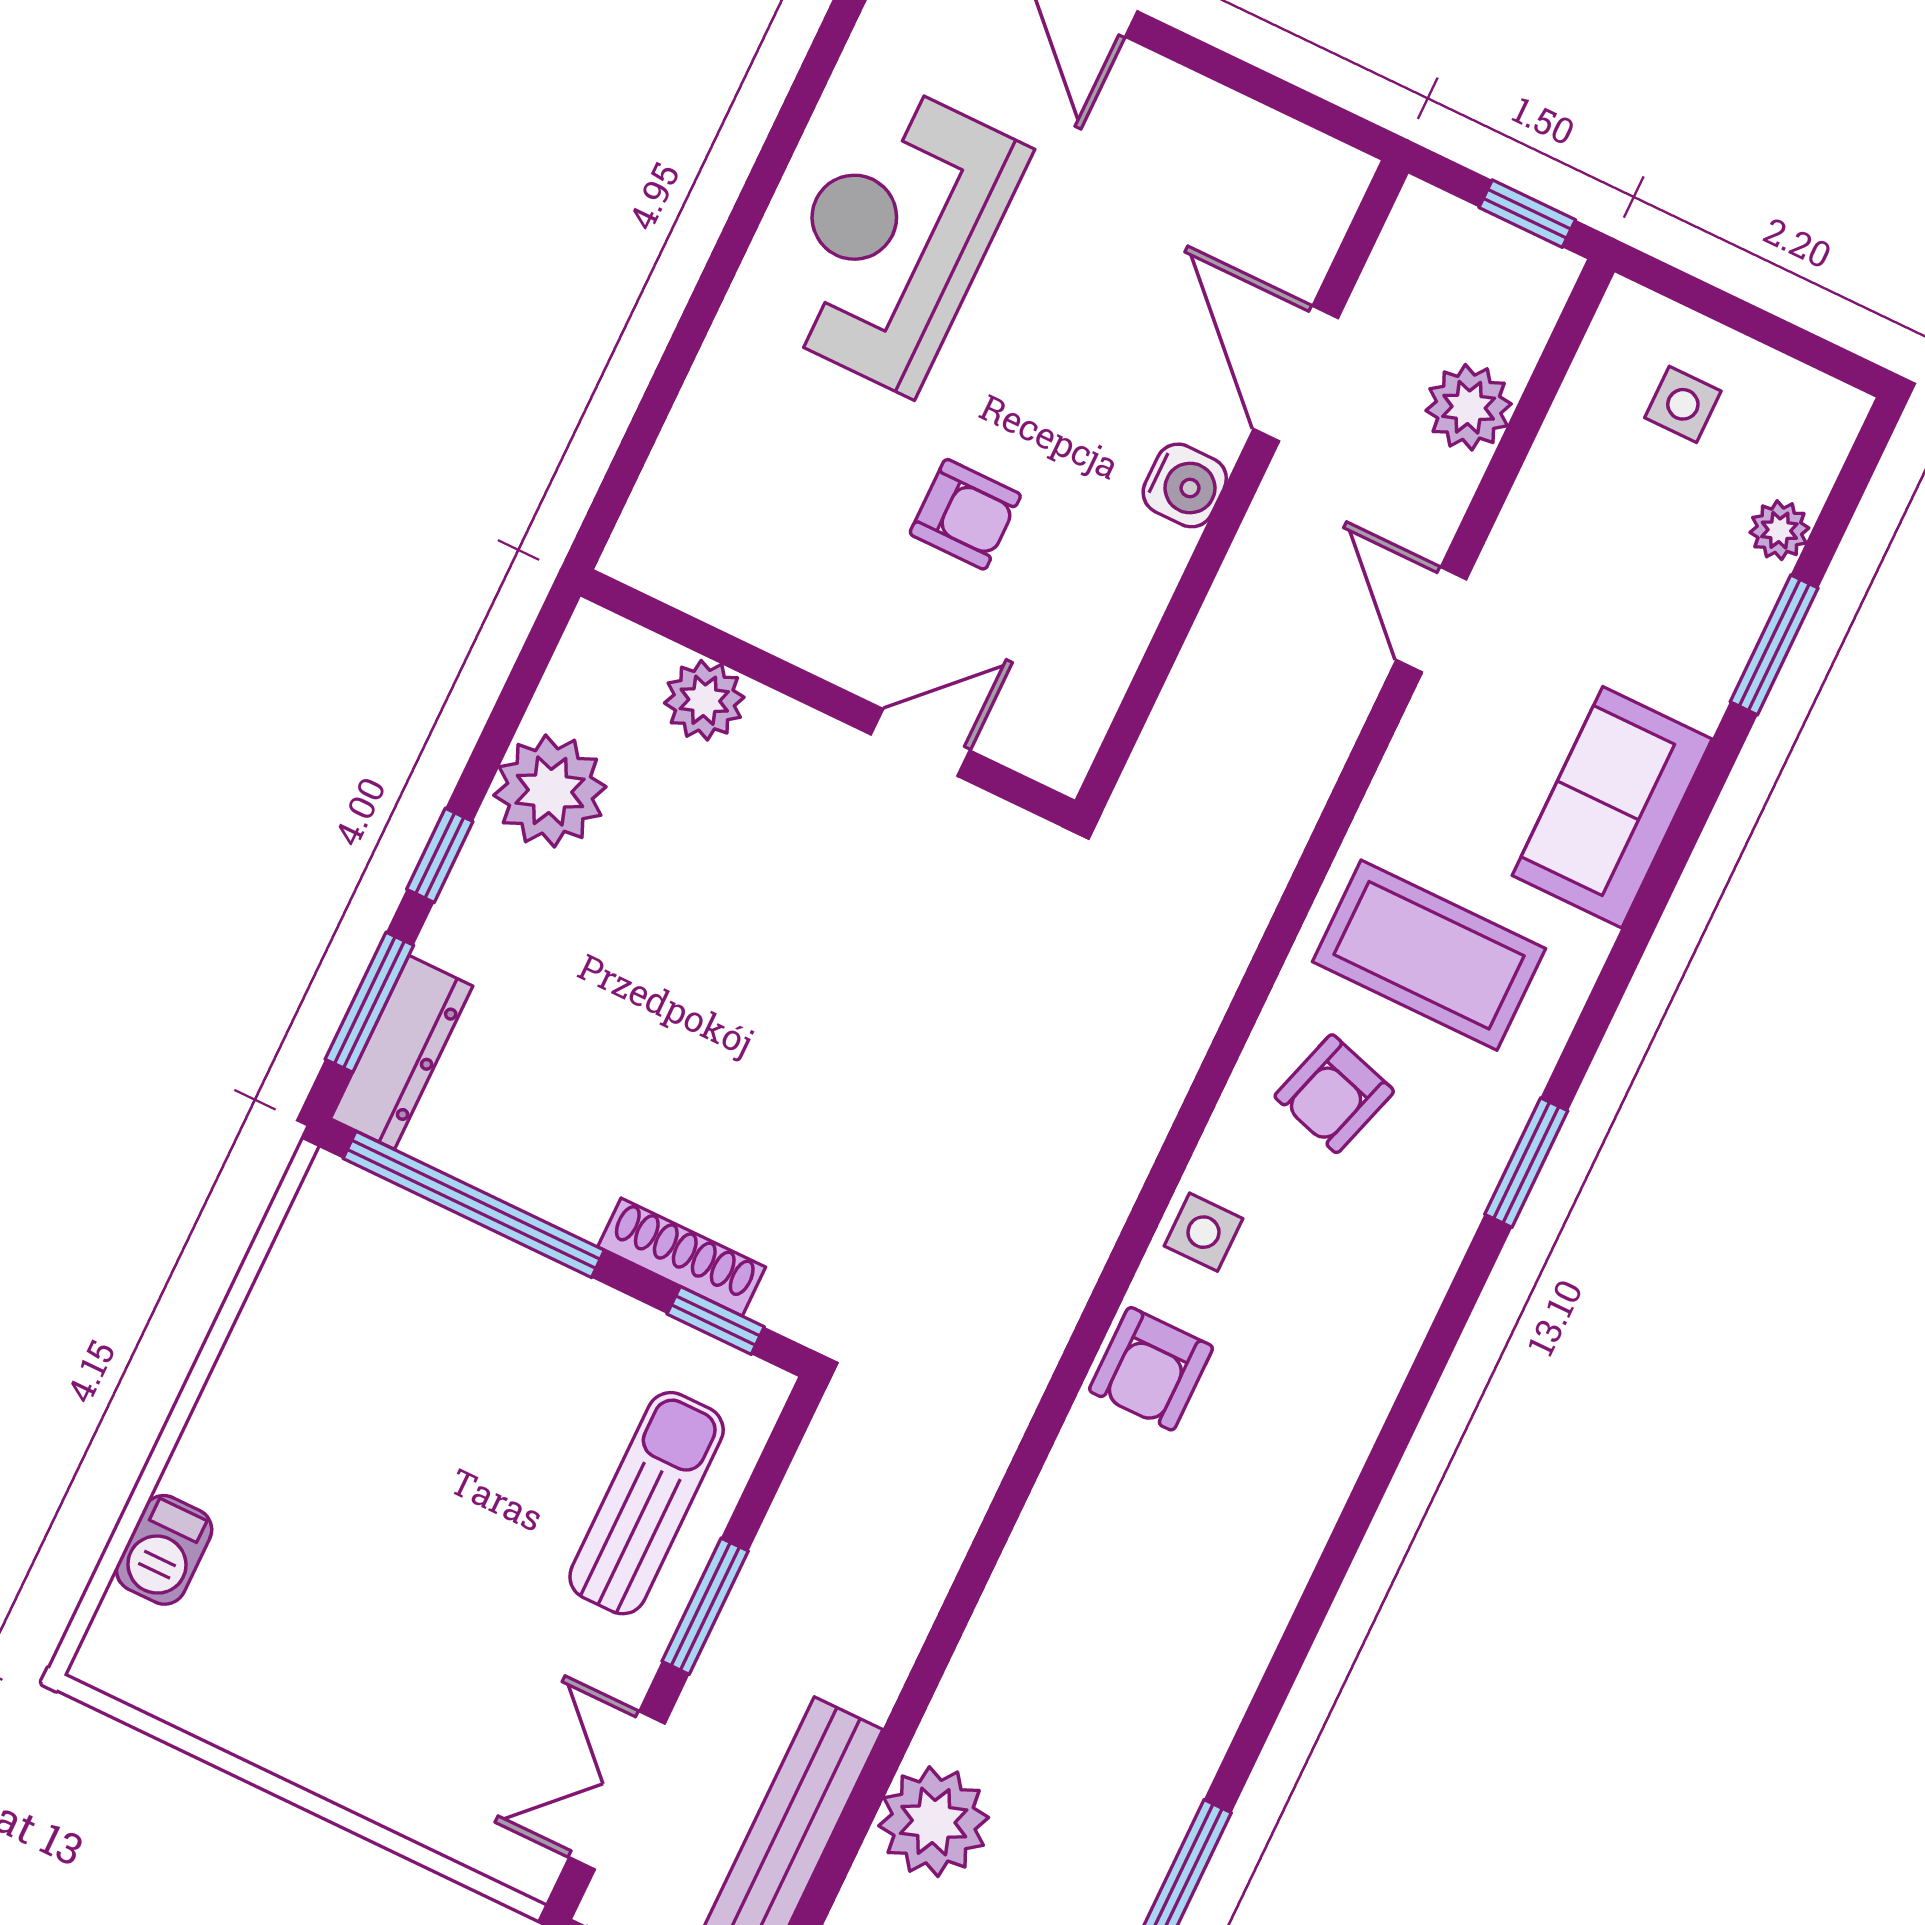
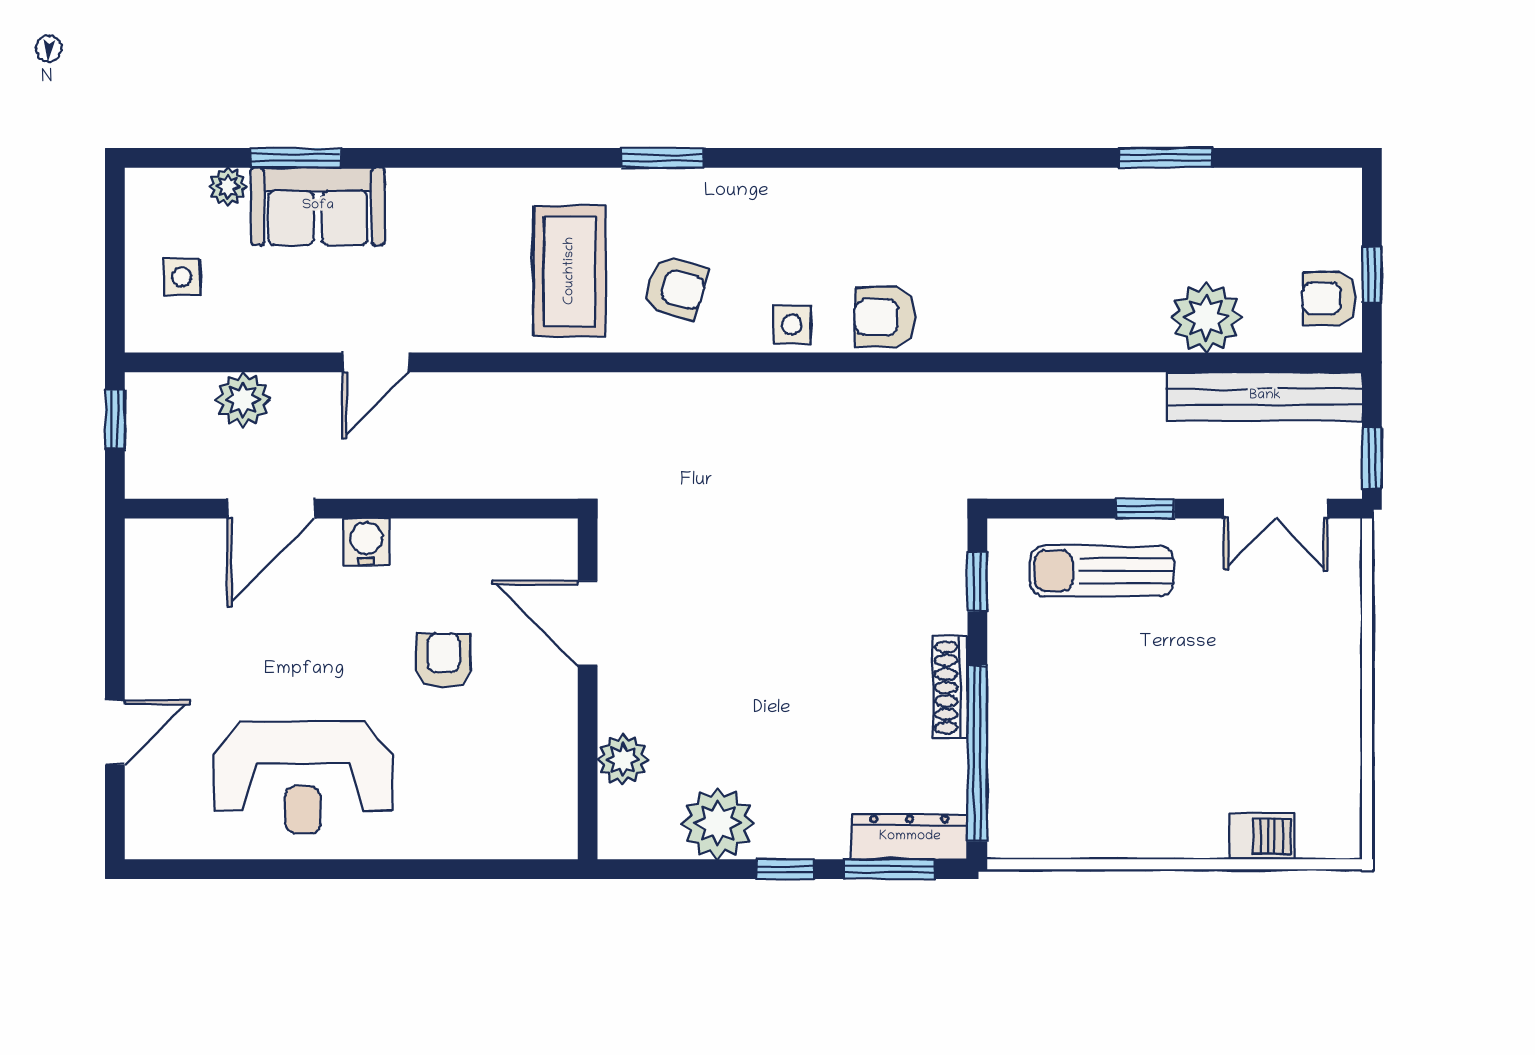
door: (920, 742) -> (588, 623), width x1.38
sofa: (1612, 807) -> (318, 206), moved
shoe rack: (682, 1257) -> (950, 687), moved
armchair: (1151, 1369) -> (885, 317), turned 180
window: (705, 1606) -> (1145, 509), width x0.67

